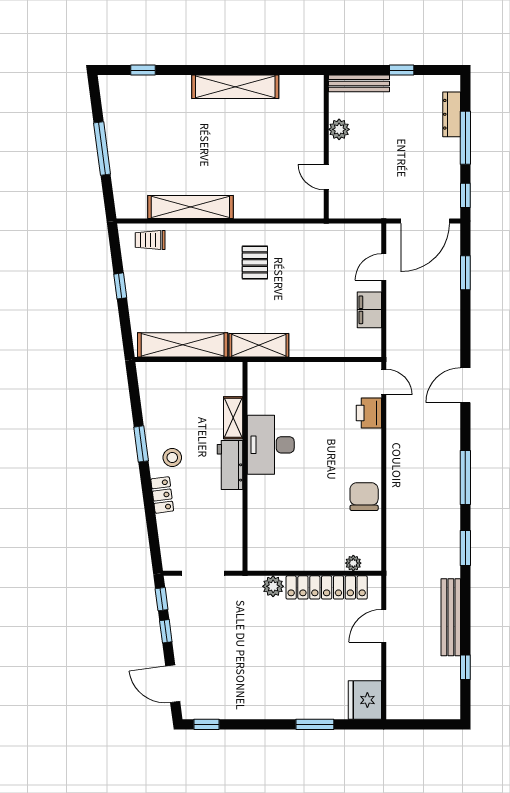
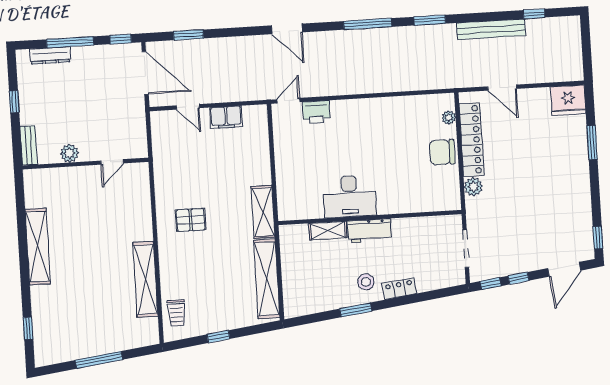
bench: (359, 83) -> (29, 145), width x0.73
chair: (364, 497) -> (442, 152), moved

